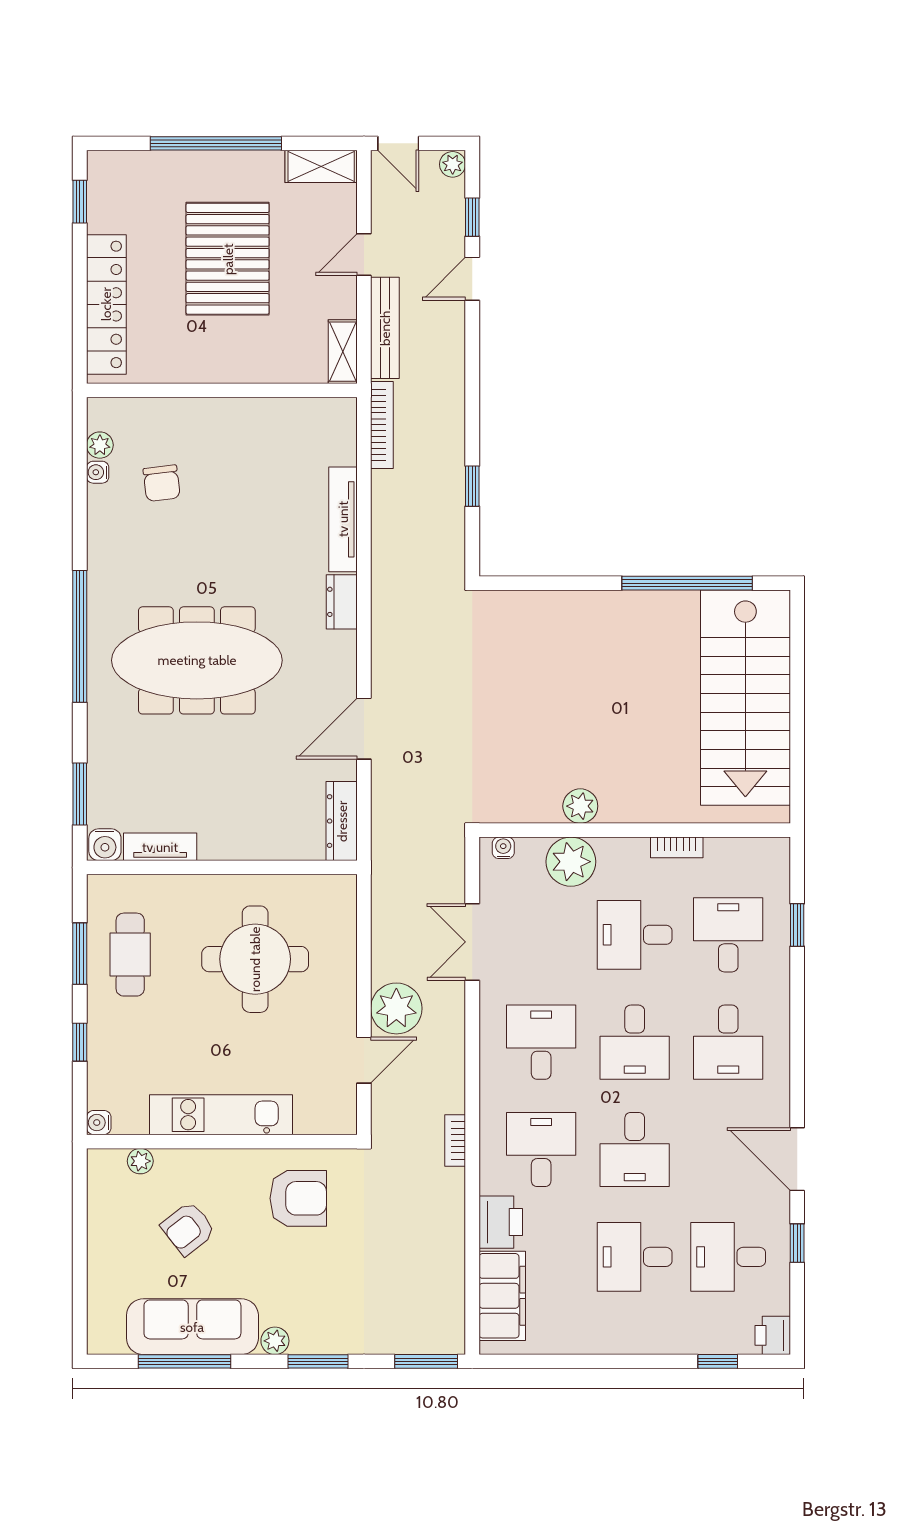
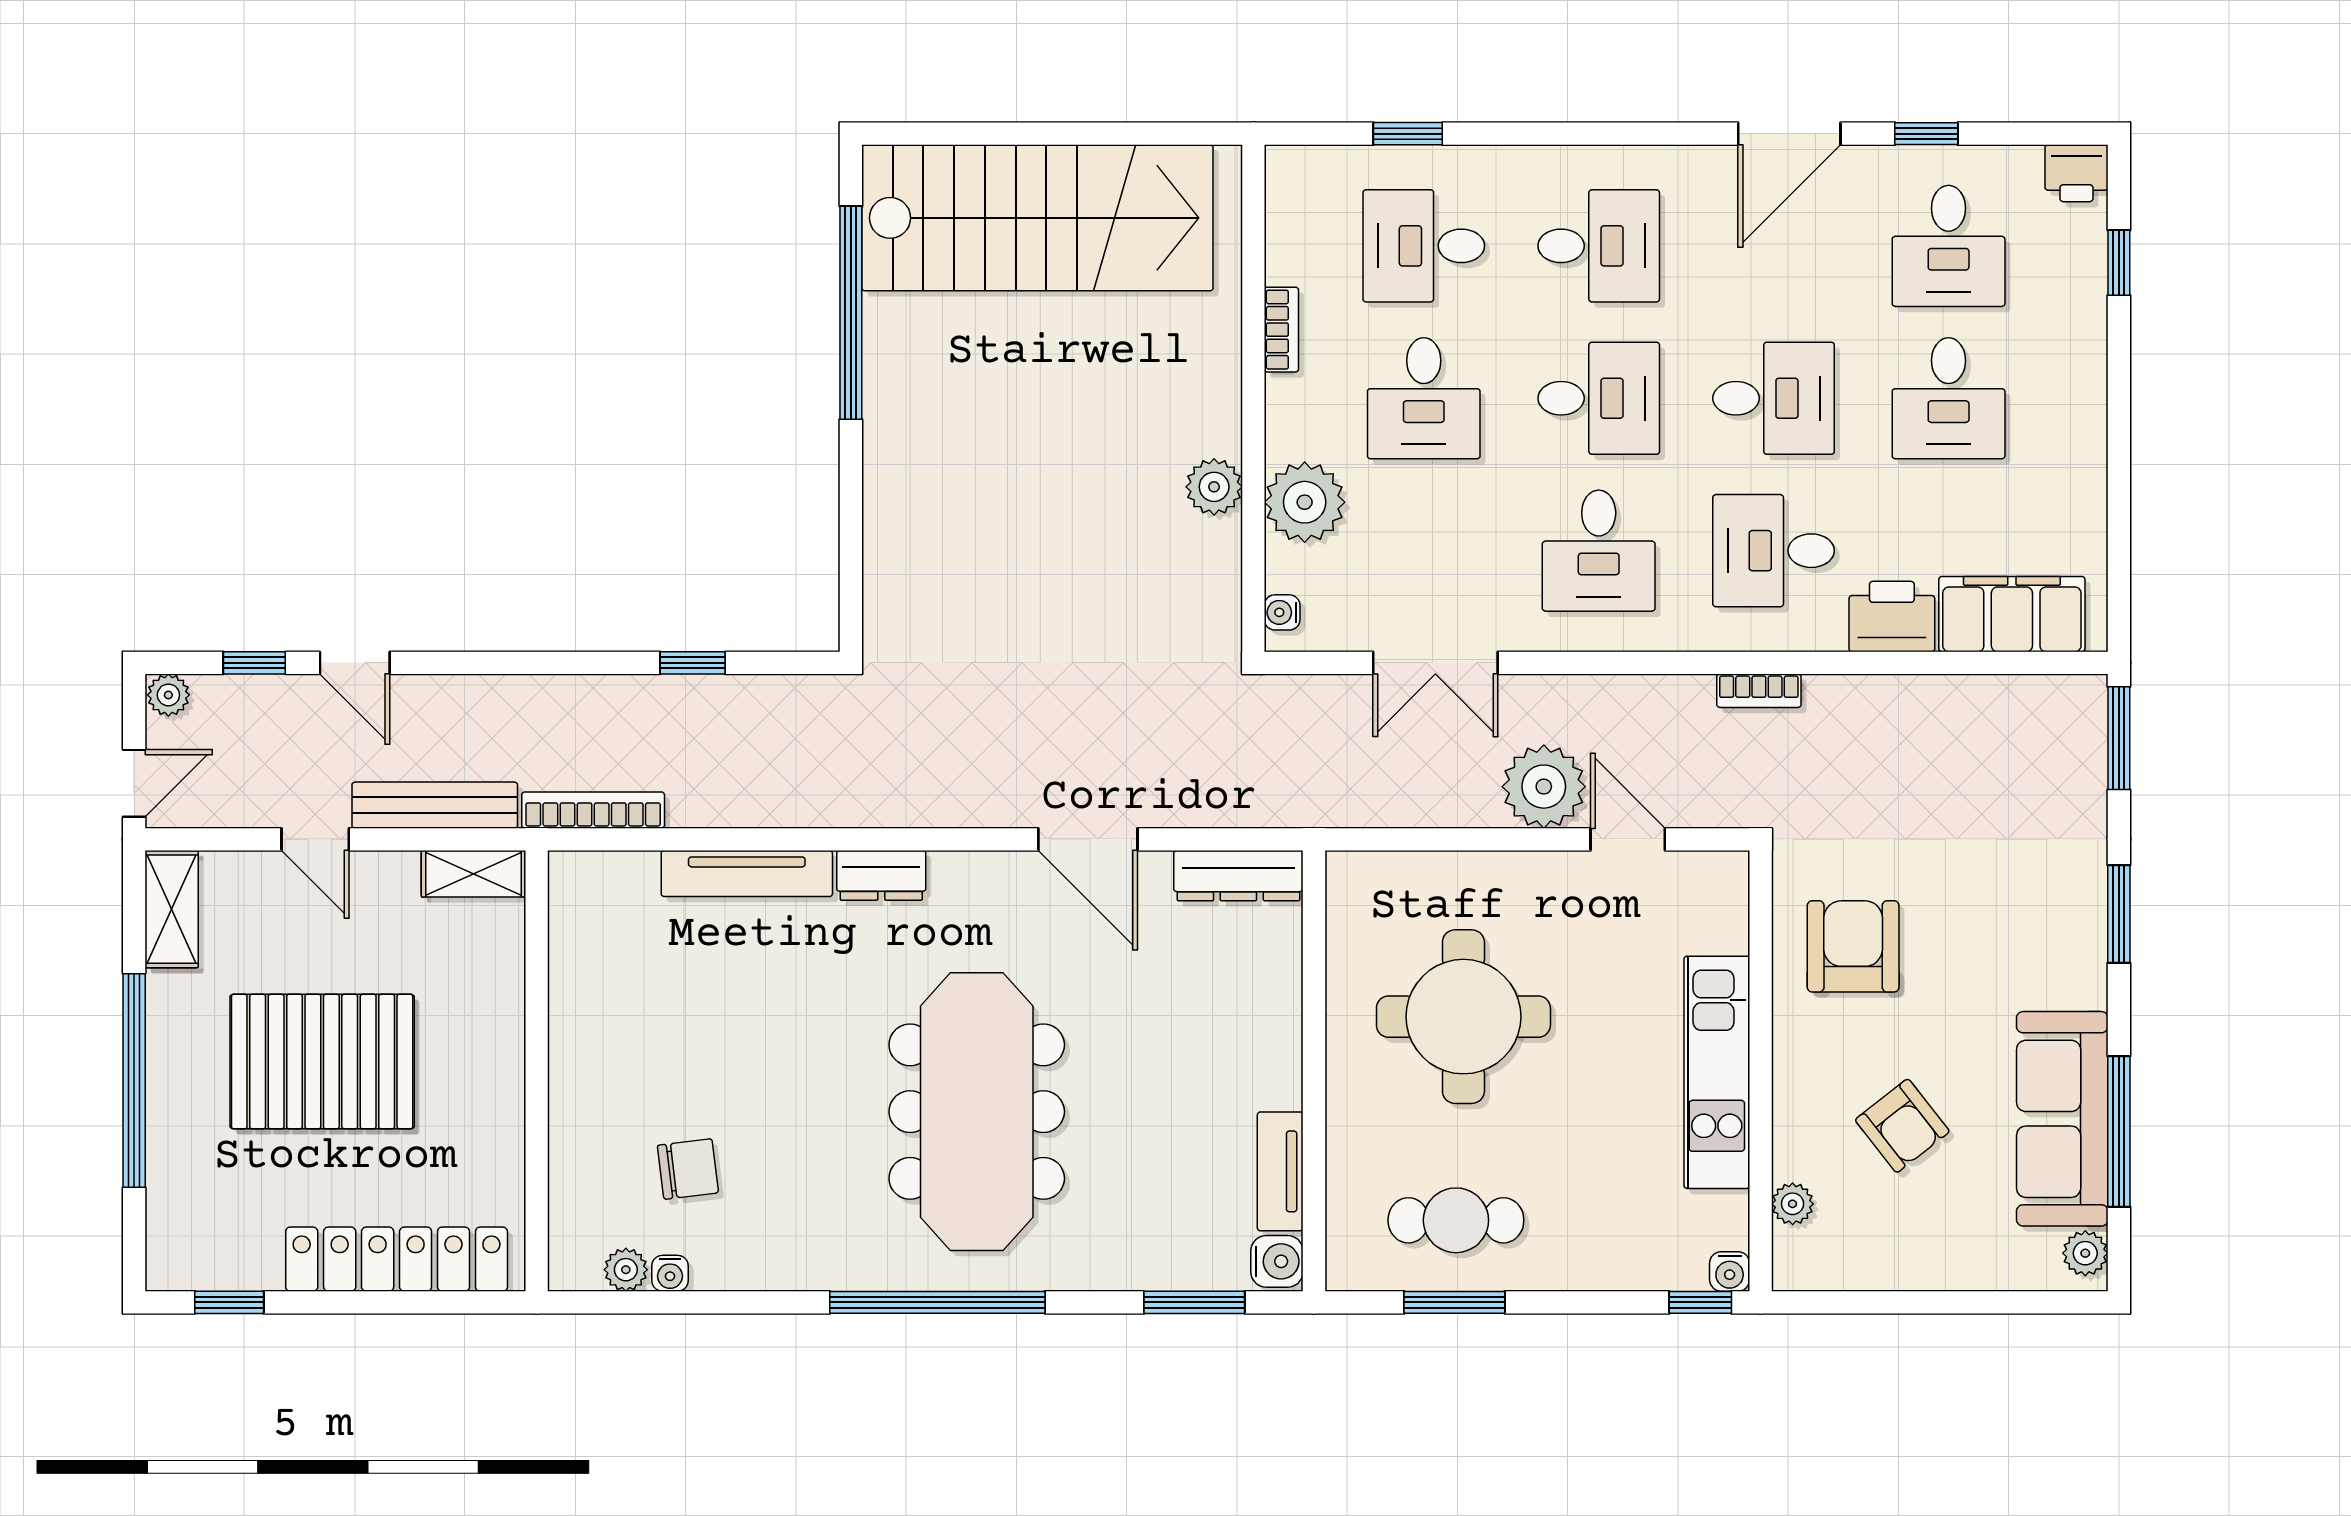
window: (80, 1042) -> (1700, 1302), moved
desk: (541, 1042) -> (1599, 551), turned -90
plant: (275, 1341) -> (2085, 1253), moved

